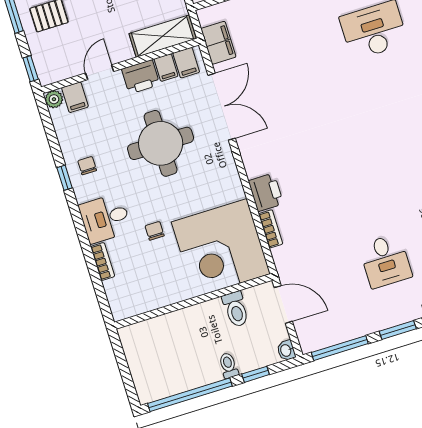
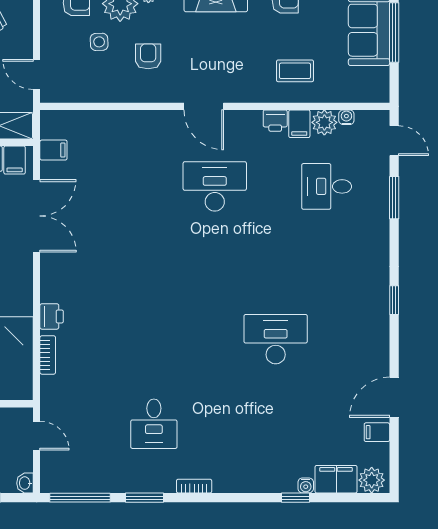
filing cabinet: (218, 43) -> (53, 150), width x0.50
printer: (266, 192) -> (52, 316), width x0.73, depth x0.81
door: (283, 304) -> (37, 436), width x0.73

